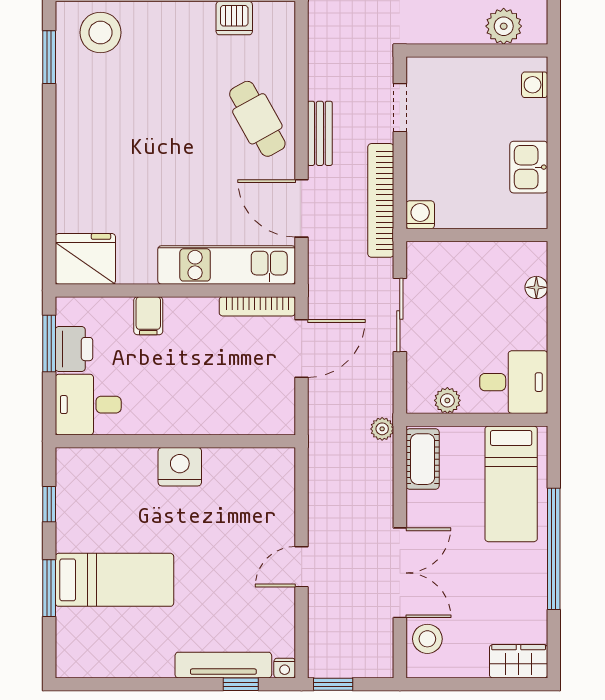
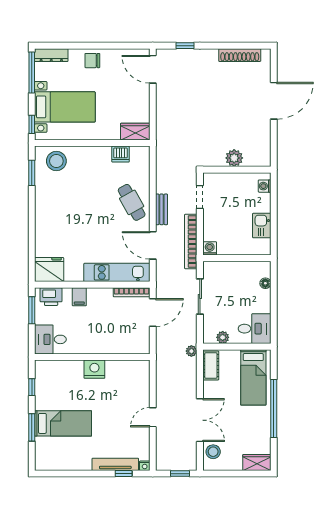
plant: (504, 26) -> (234, 158), moved
printer: (74, 349) -> (51, 297), moved, turned 90
window: (333, 684) -> (180, 474), moved

